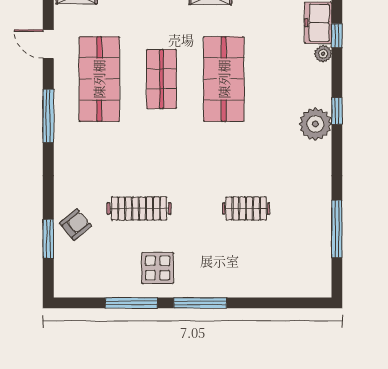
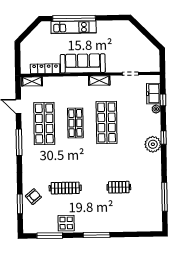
display table: (158, 268) -> (66, 223), moved
window: (131, 303) -> (50, 236), moved

